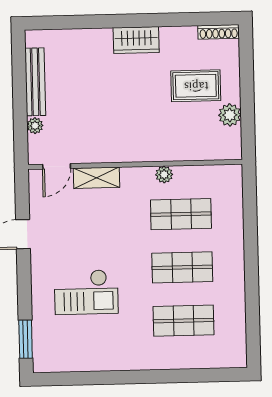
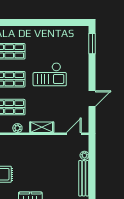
shelving: (97, 178) -> (42, 127), moved
checkout: (86, 292) -> (50, 74), moved, turned 180

